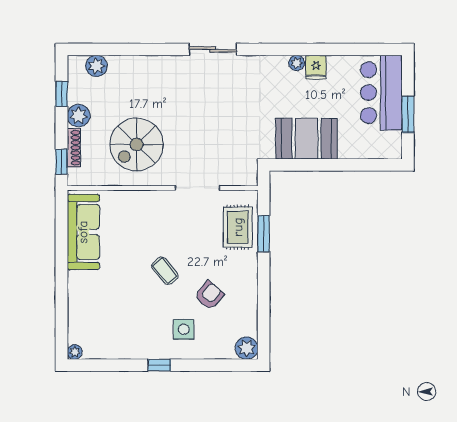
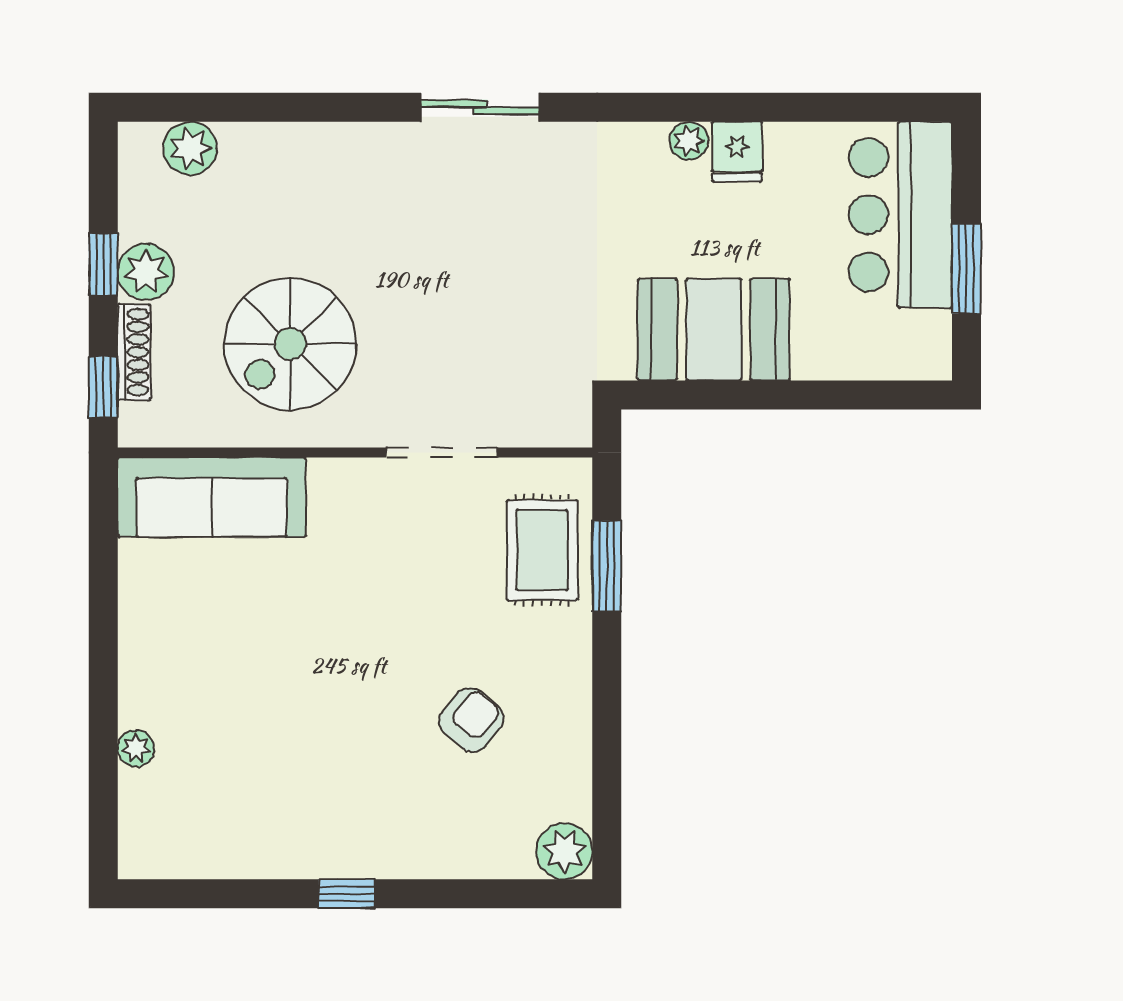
window: (62, 94) -> (103, 264), moved
sofa: (83, 232) -> (212, 497), moved, turned 90
coffee table: (165, 271) -> (361, 659), removed
side table: (184, 329) -> (408, 804), removed
plant: (75, 352) -> (136, 748), moved

